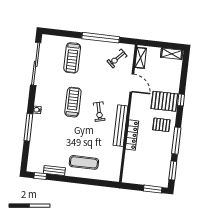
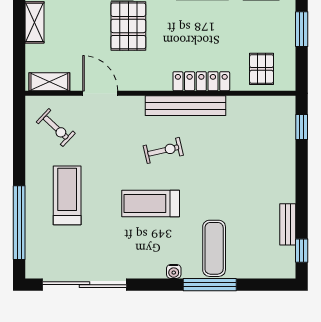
window: (101, 38) -> (19, 223), moved
treadmill: (72, 58) -> (67, 195), moved, turned -90
door: (132, 83) -> (100, 93), hinge flipped
pallet: (161, 125) -> (262, 69), moved
exercise mat: (84, 162) -> (214, 248), moved
window: (103, 183) -> (302, 127), added

